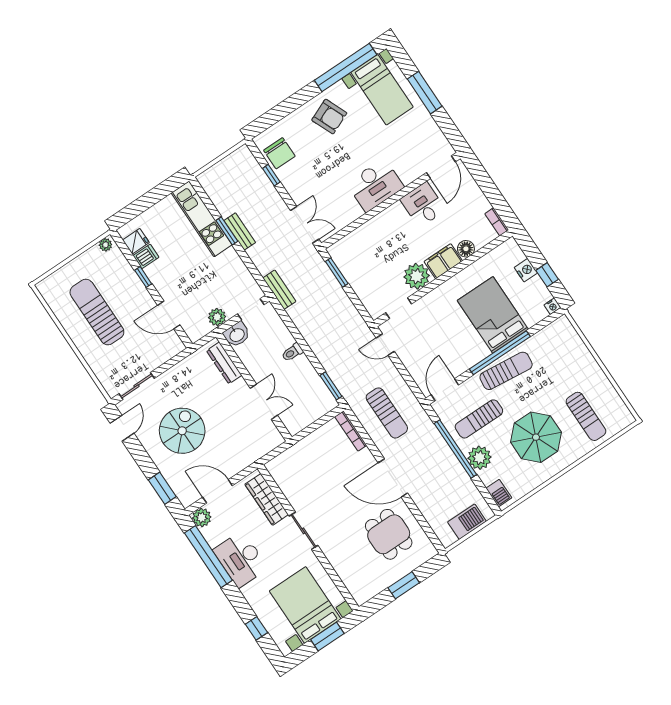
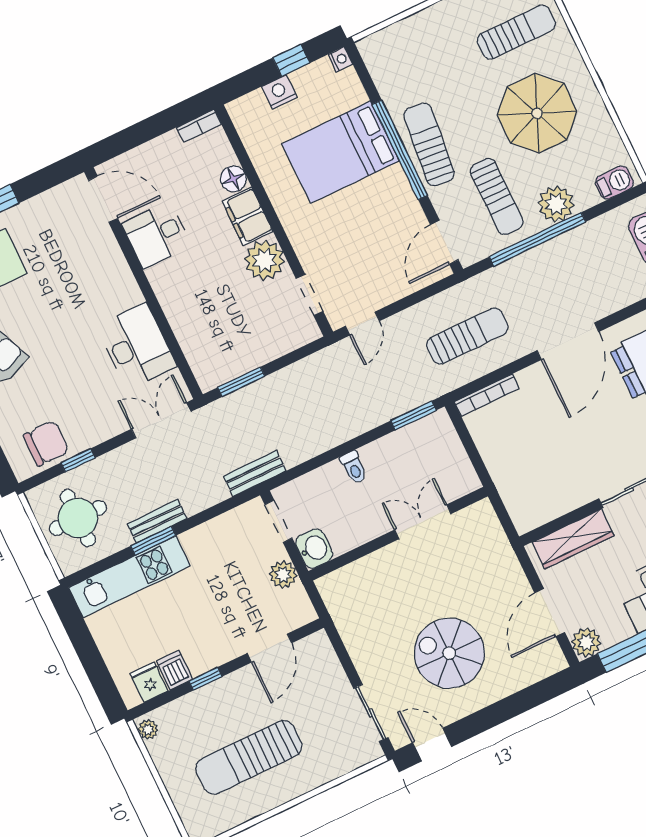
round table: (234, 180) -> (78, 518), added
desk: (375, 185) -> (137, 346), moved
dresser: (224, 363) -> (355, 574), removed
door: (445, 390) -> (444, 242), hinge flipped
window: (162, 488) -> (533, 696), removed

